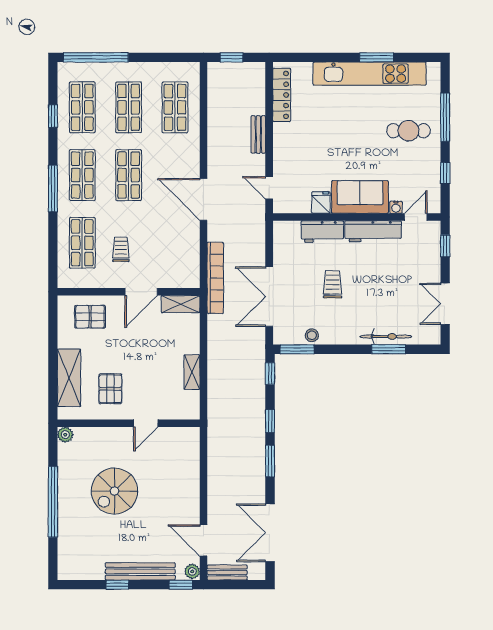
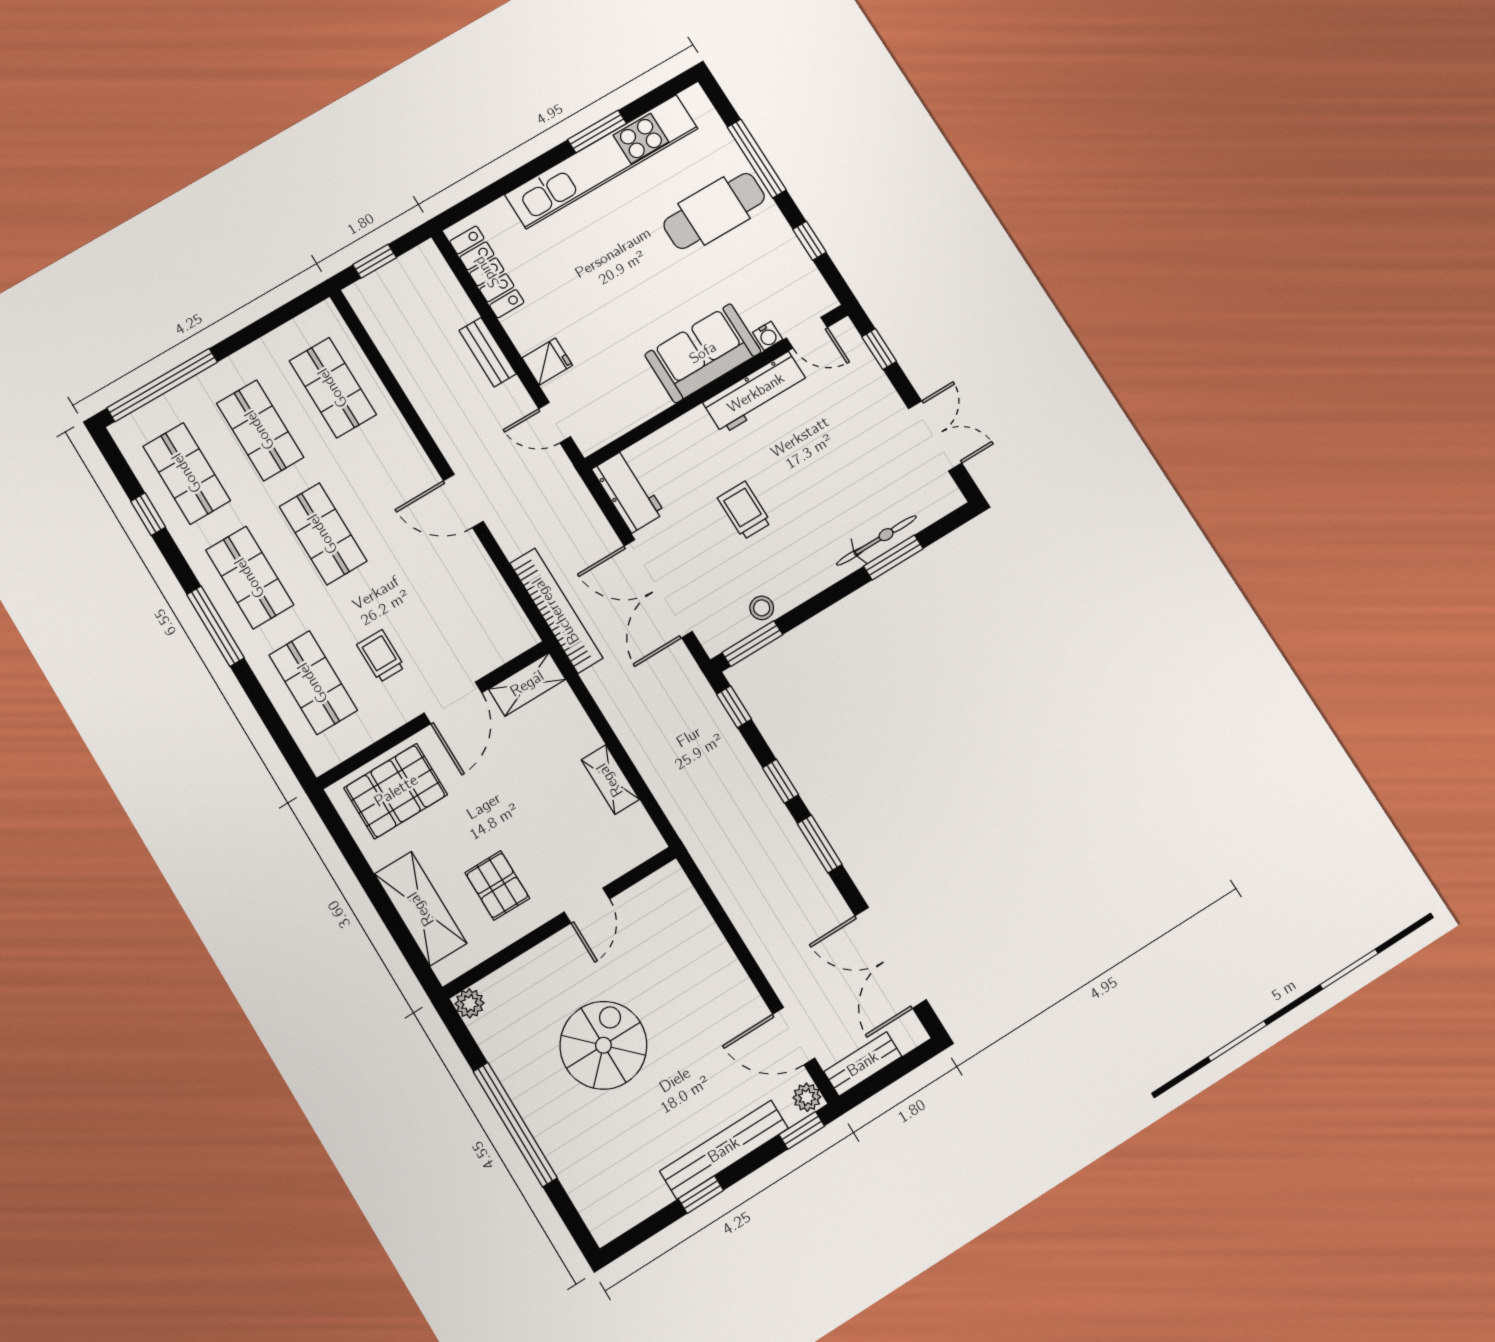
cafe table: (409, 131) -> (714, 211), width x1.37, depth x1.35
door: (203, 199) -> (463, 501), width x0.73
fridge: (321, 202) -> (547, 362), moved, turned 90
door: (416, 217) -> (807, 333), swing flipped
workbench: (322, 232) -> (628, 491), moved, turned -90
double door: (445, 304) -> (935, 436), swing flipped
pallet: (90, 317) -> (396, 791), width x1.50, depth x1.42
spiral stairs: (114, 491) -> (603, 1045), turned 180

